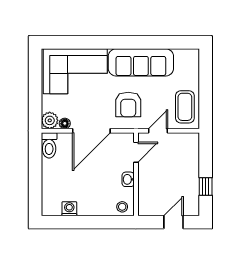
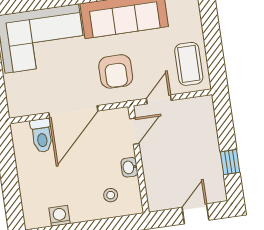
plant: (50, 120) -> (18, 106), removed
floor lamp: (65, 123) -> (38, 107), removed
toilet: (49, 145) -> (42, 135), moved
stool: (122, 207) -> (111, 195), moved

